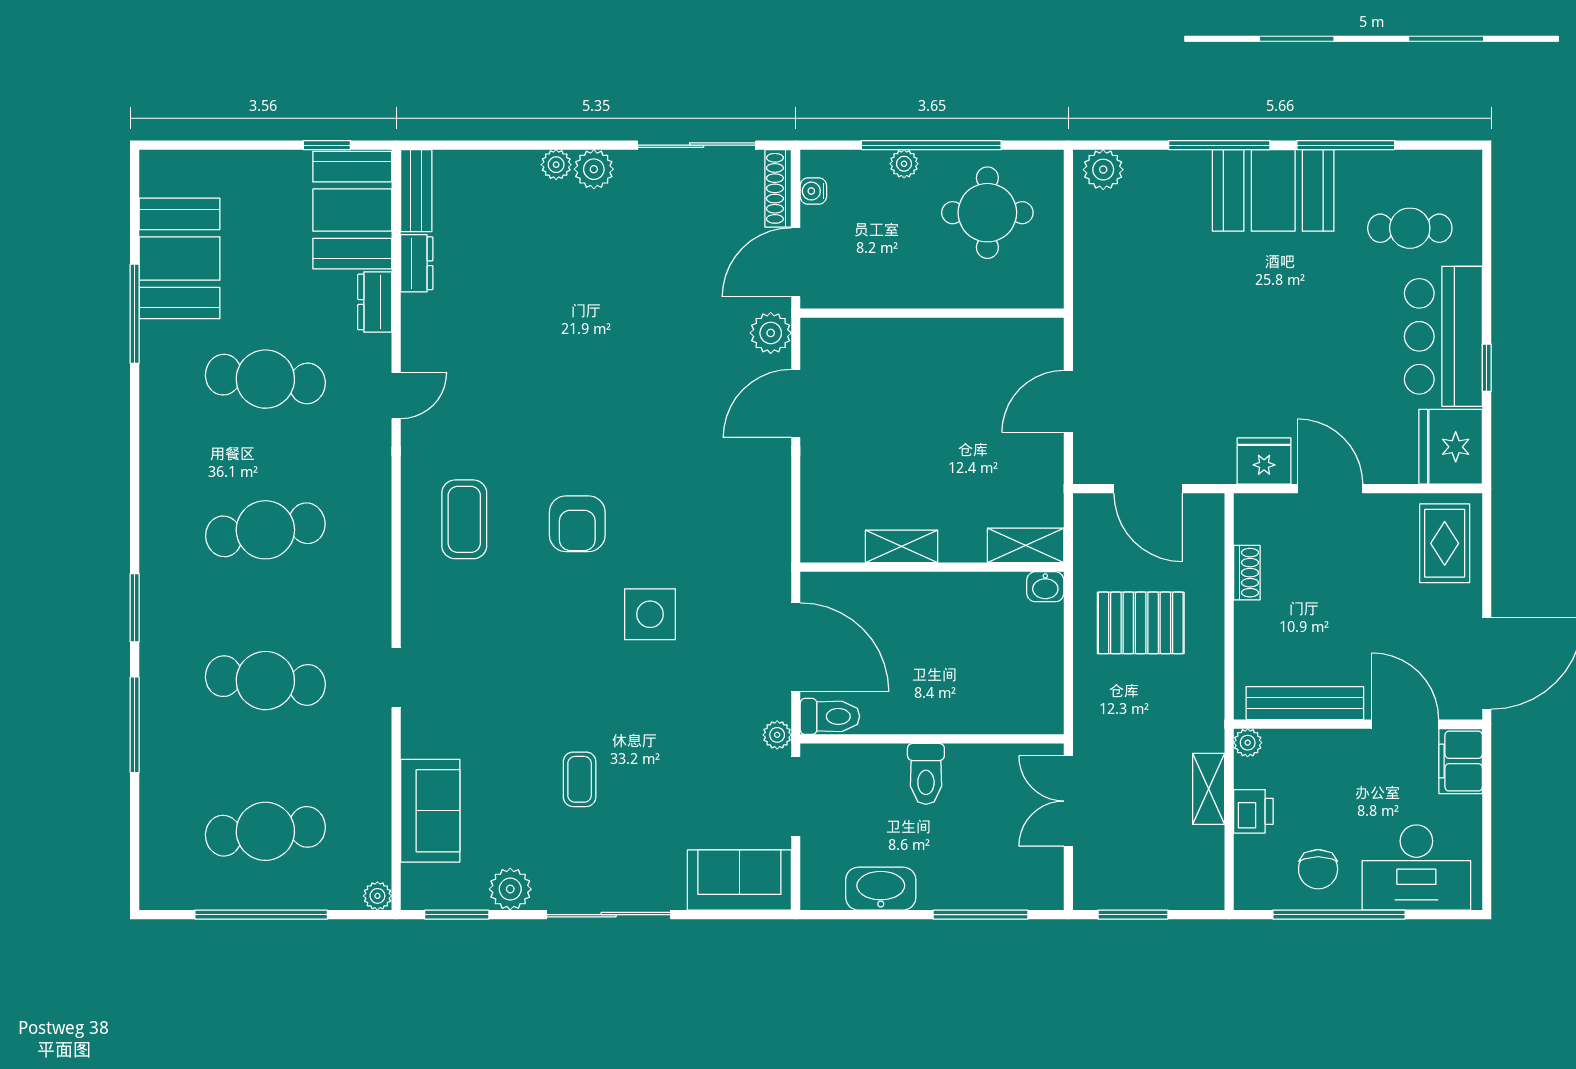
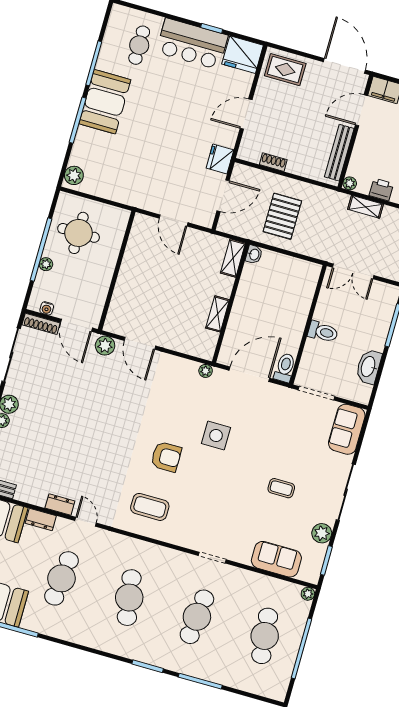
dresser: (417, 263) -> (60, 505), moved
fridge: (1264, 461) -> (220, 159), moved
plant: (777, 735) -> (206, 371), moved

